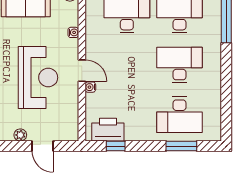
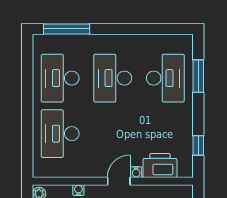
printer: (108, 130) -> (160, 166), moved, turned 90

